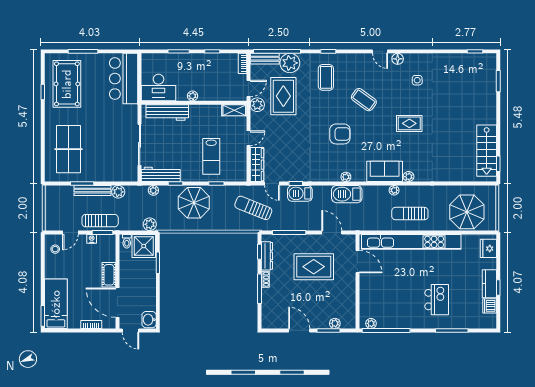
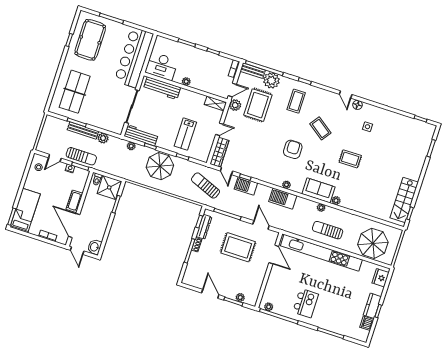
bar counter: (124, 79) -> (134, 57), width x1.36
armchair: (340, 134) -> (293, 149), turned -90
plant: (150, 224) -> (120, 172), removed
kitchen island: (437, 300) -> (306, 303), moved

